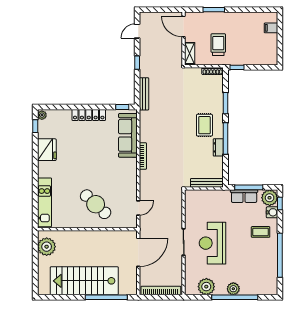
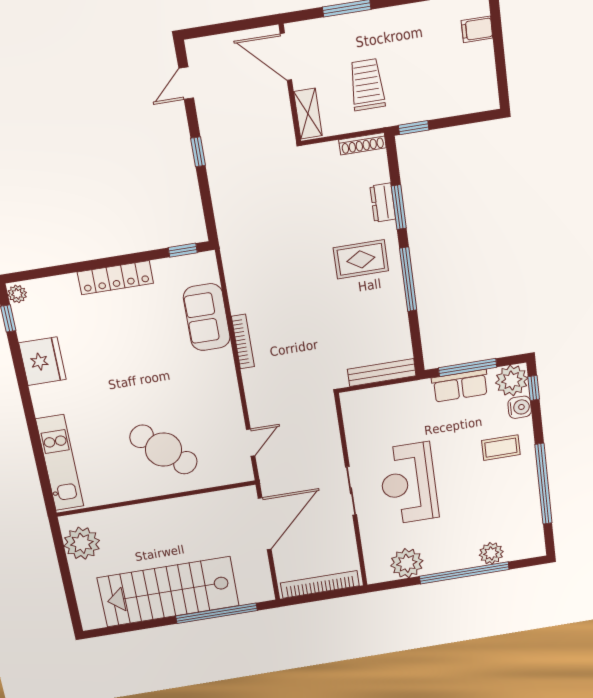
bench: (144, 94) -> (224, 216), removed
rug: (204, 125) -> (361, 259), turned 90
sofa: (128, 135) -> (207, 317), width x0.73
dresser: (218, 147) -> (383, 203), moved
plant: (233, 289) -> (491, 553), moved

